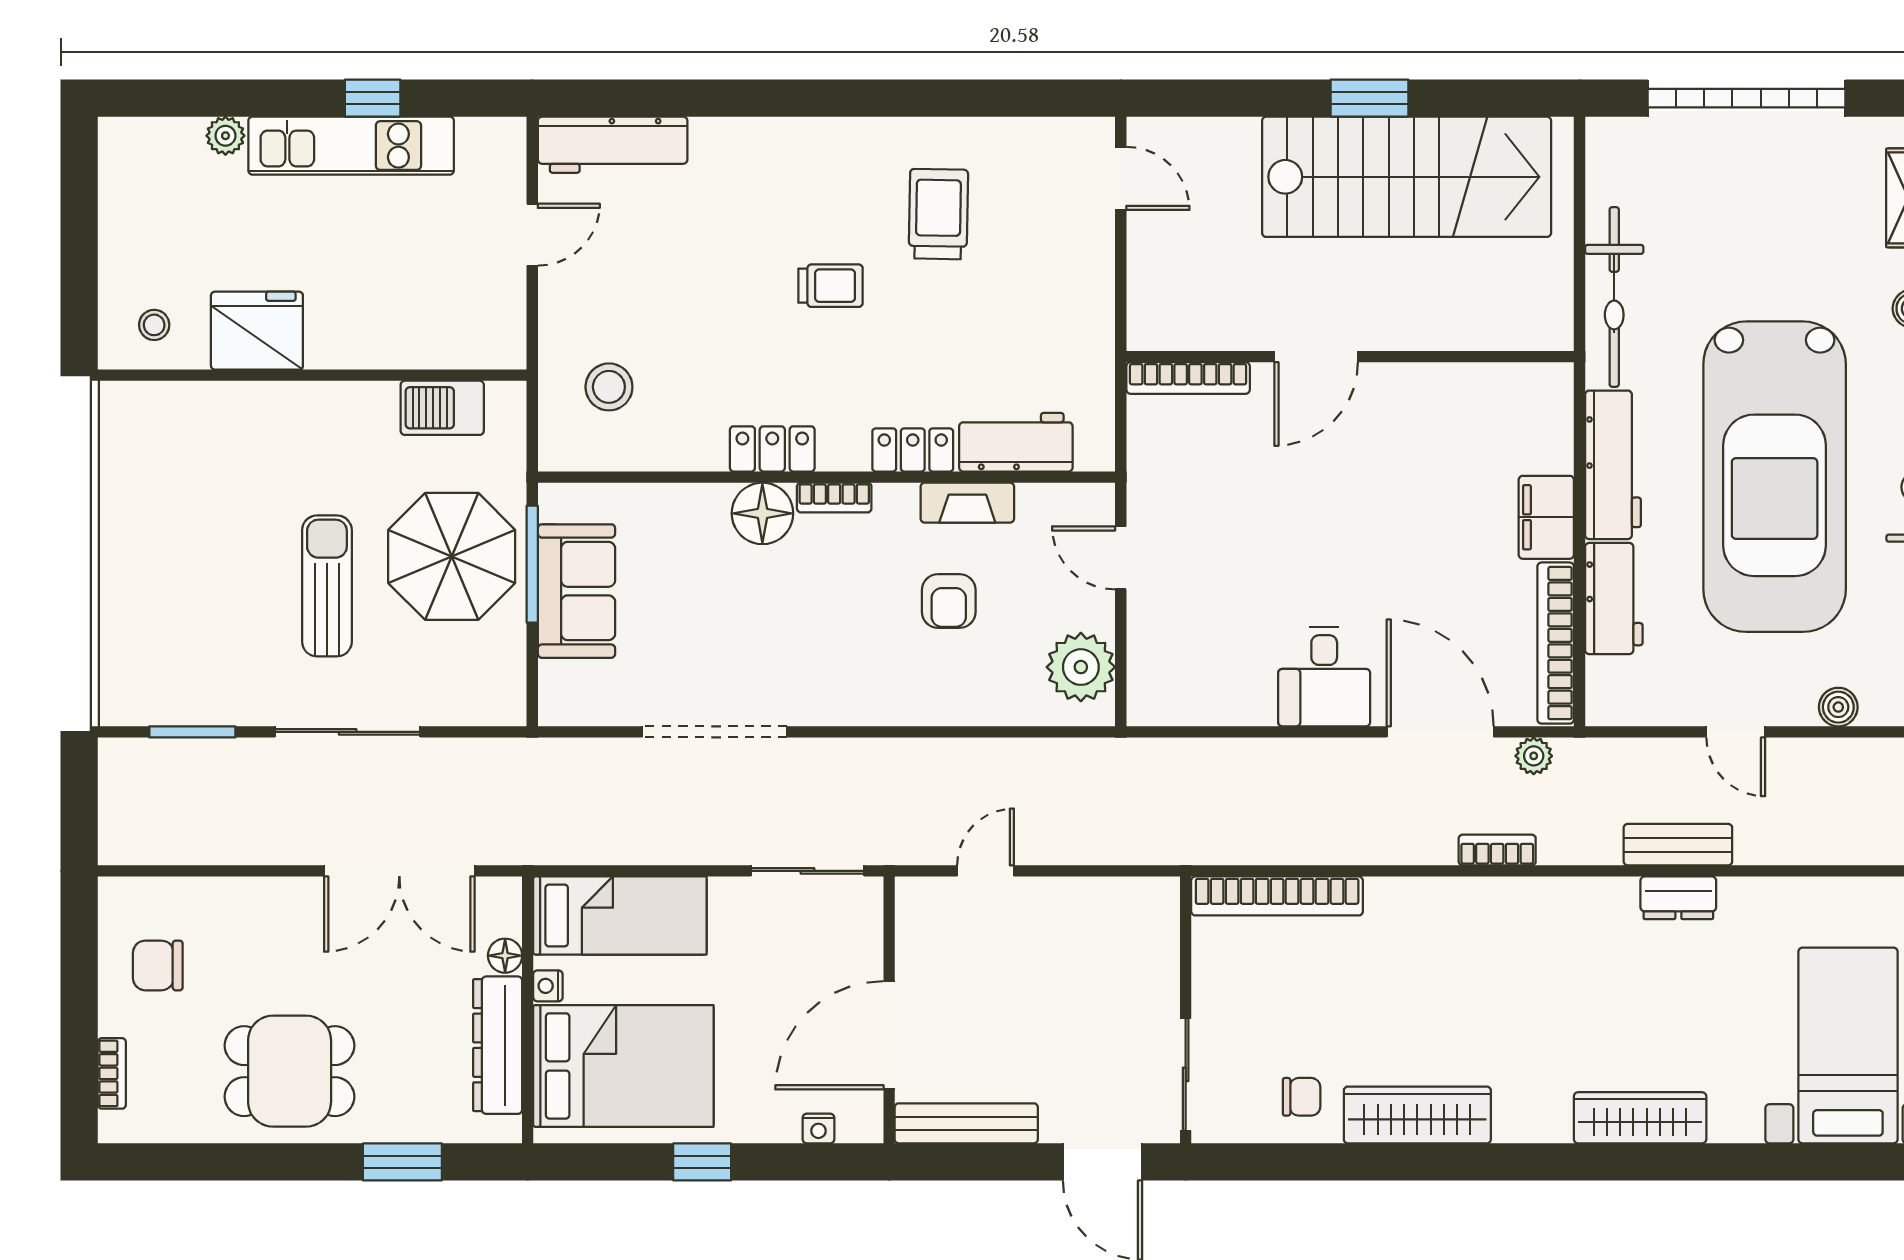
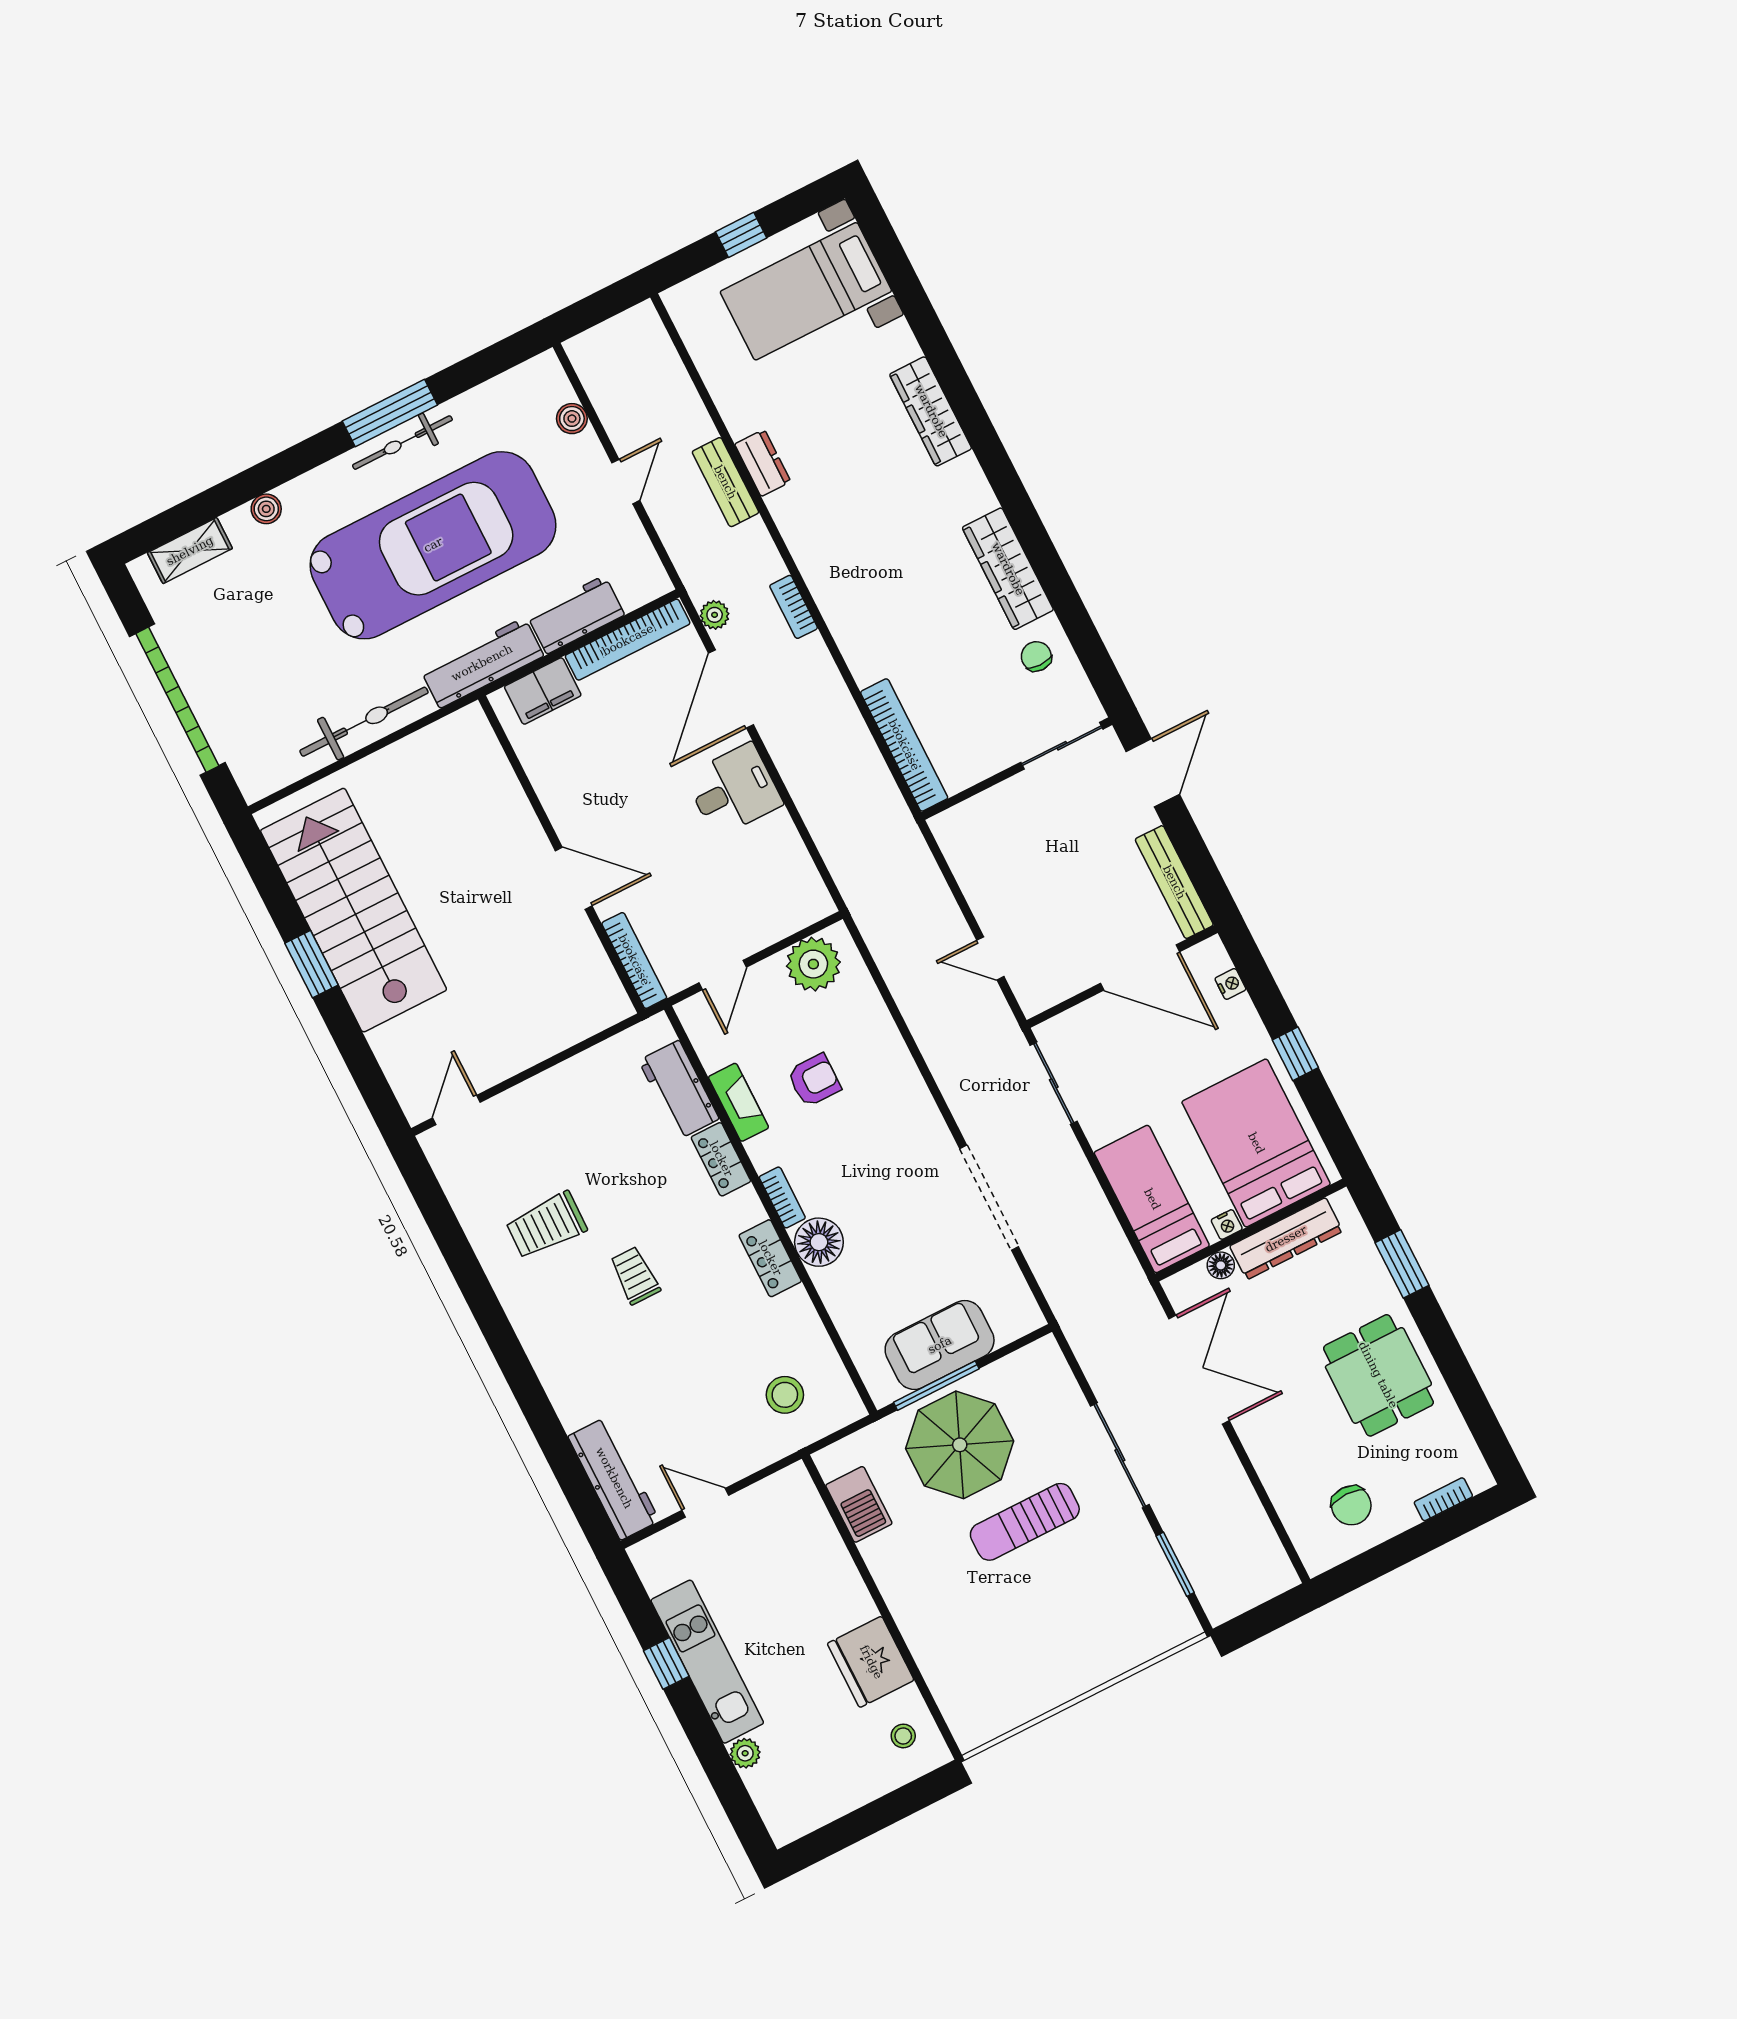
door: (1316, 357) -> (574, 878), moved
wall: (1350, 357) -> (562, 854), moved
bookcase: (1188, 378) -> (634, 960), moved

